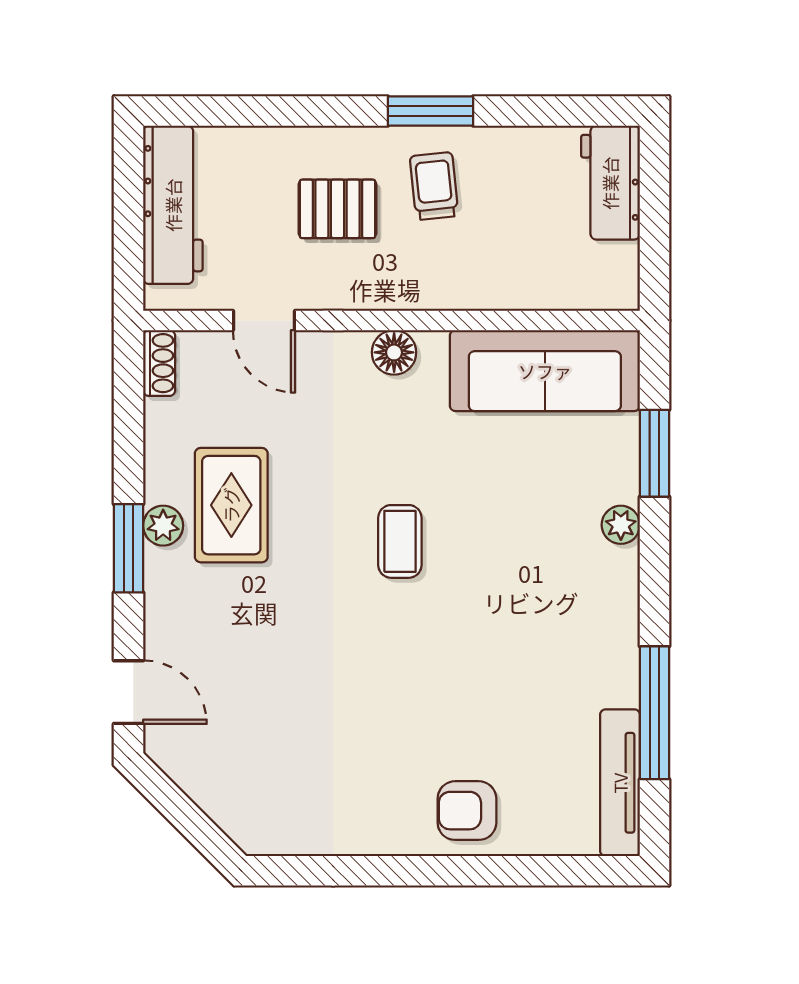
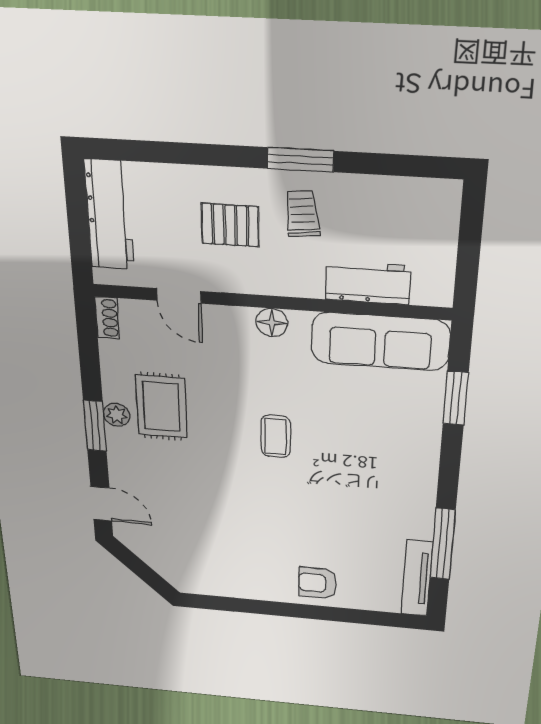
workbench: (610, 183) -> (368, 283), moved, turned 90
plant: (621, 525) -> (428, 439), removed

